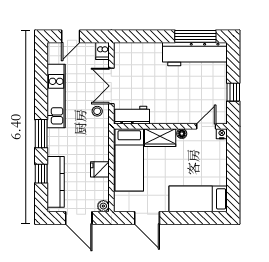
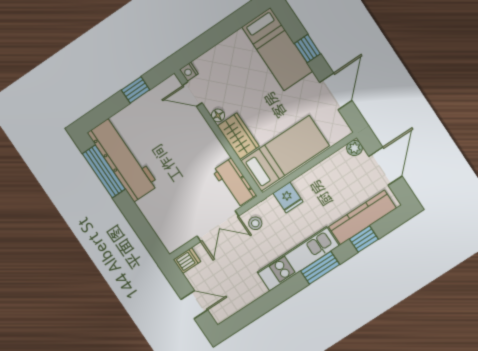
kitchen unit: (56, 96) -> (298, 259), moved
fridge: (100, 169) -> (288, 197), moved
window: (186, 218) -> (307, 49), added

